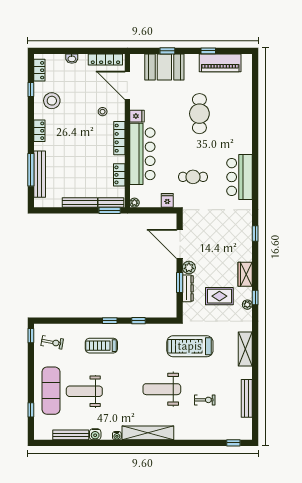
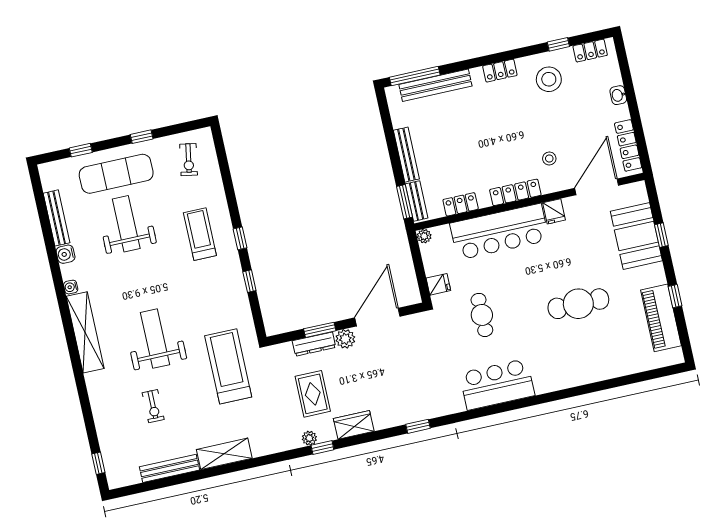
window: (31, 170) -> (415, 76), moved
window: (31, 336) -> (142, 137), moved
shelving: (245, 349) -> (224, 454), moved

